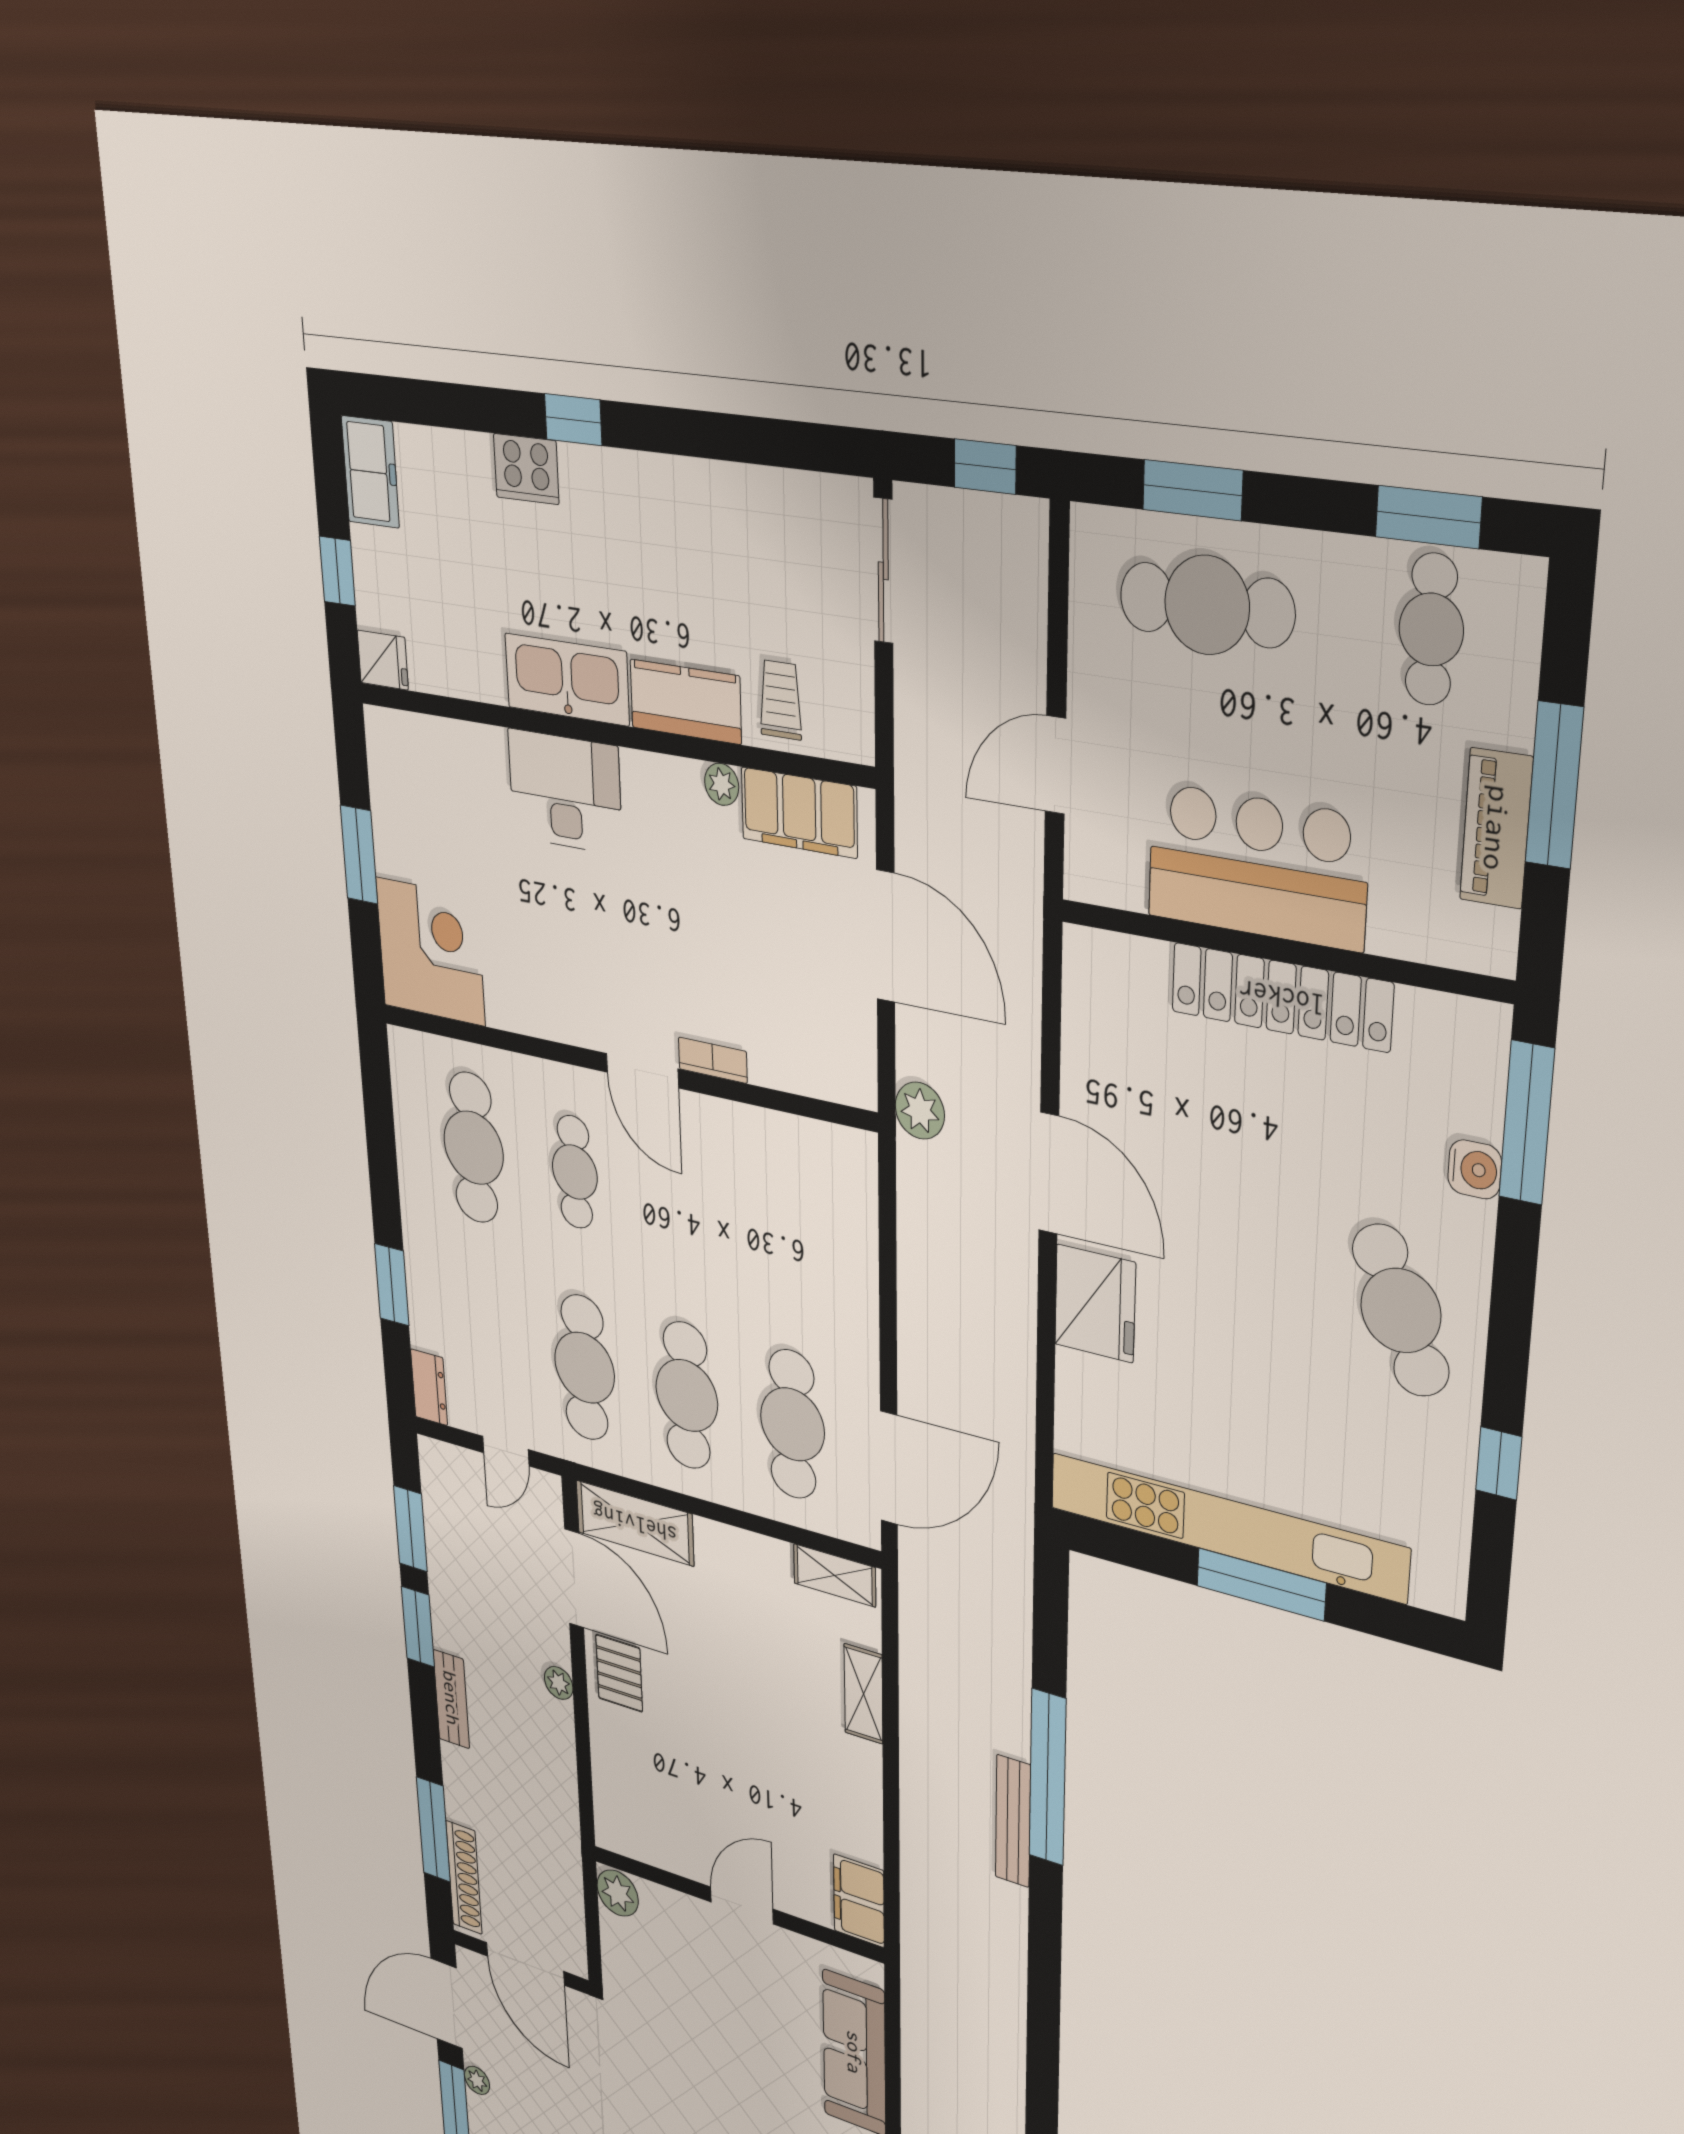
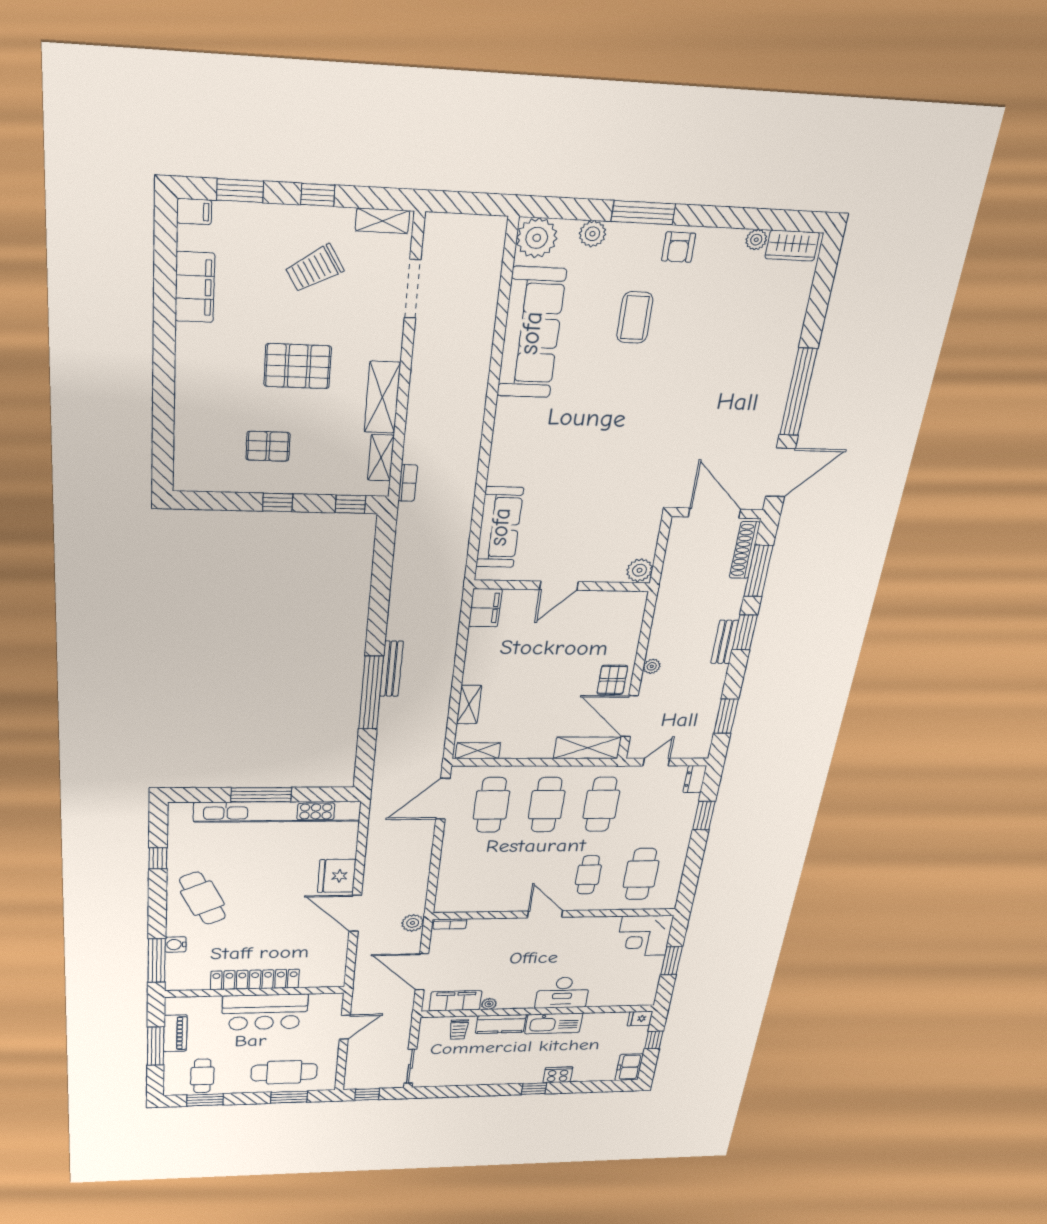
bookcase: (713, 1060) -> (450, 924), moved
window: (418, 1627) -> (745, 632), moved
plant: (477, 2080) -> (772, 431), removed

